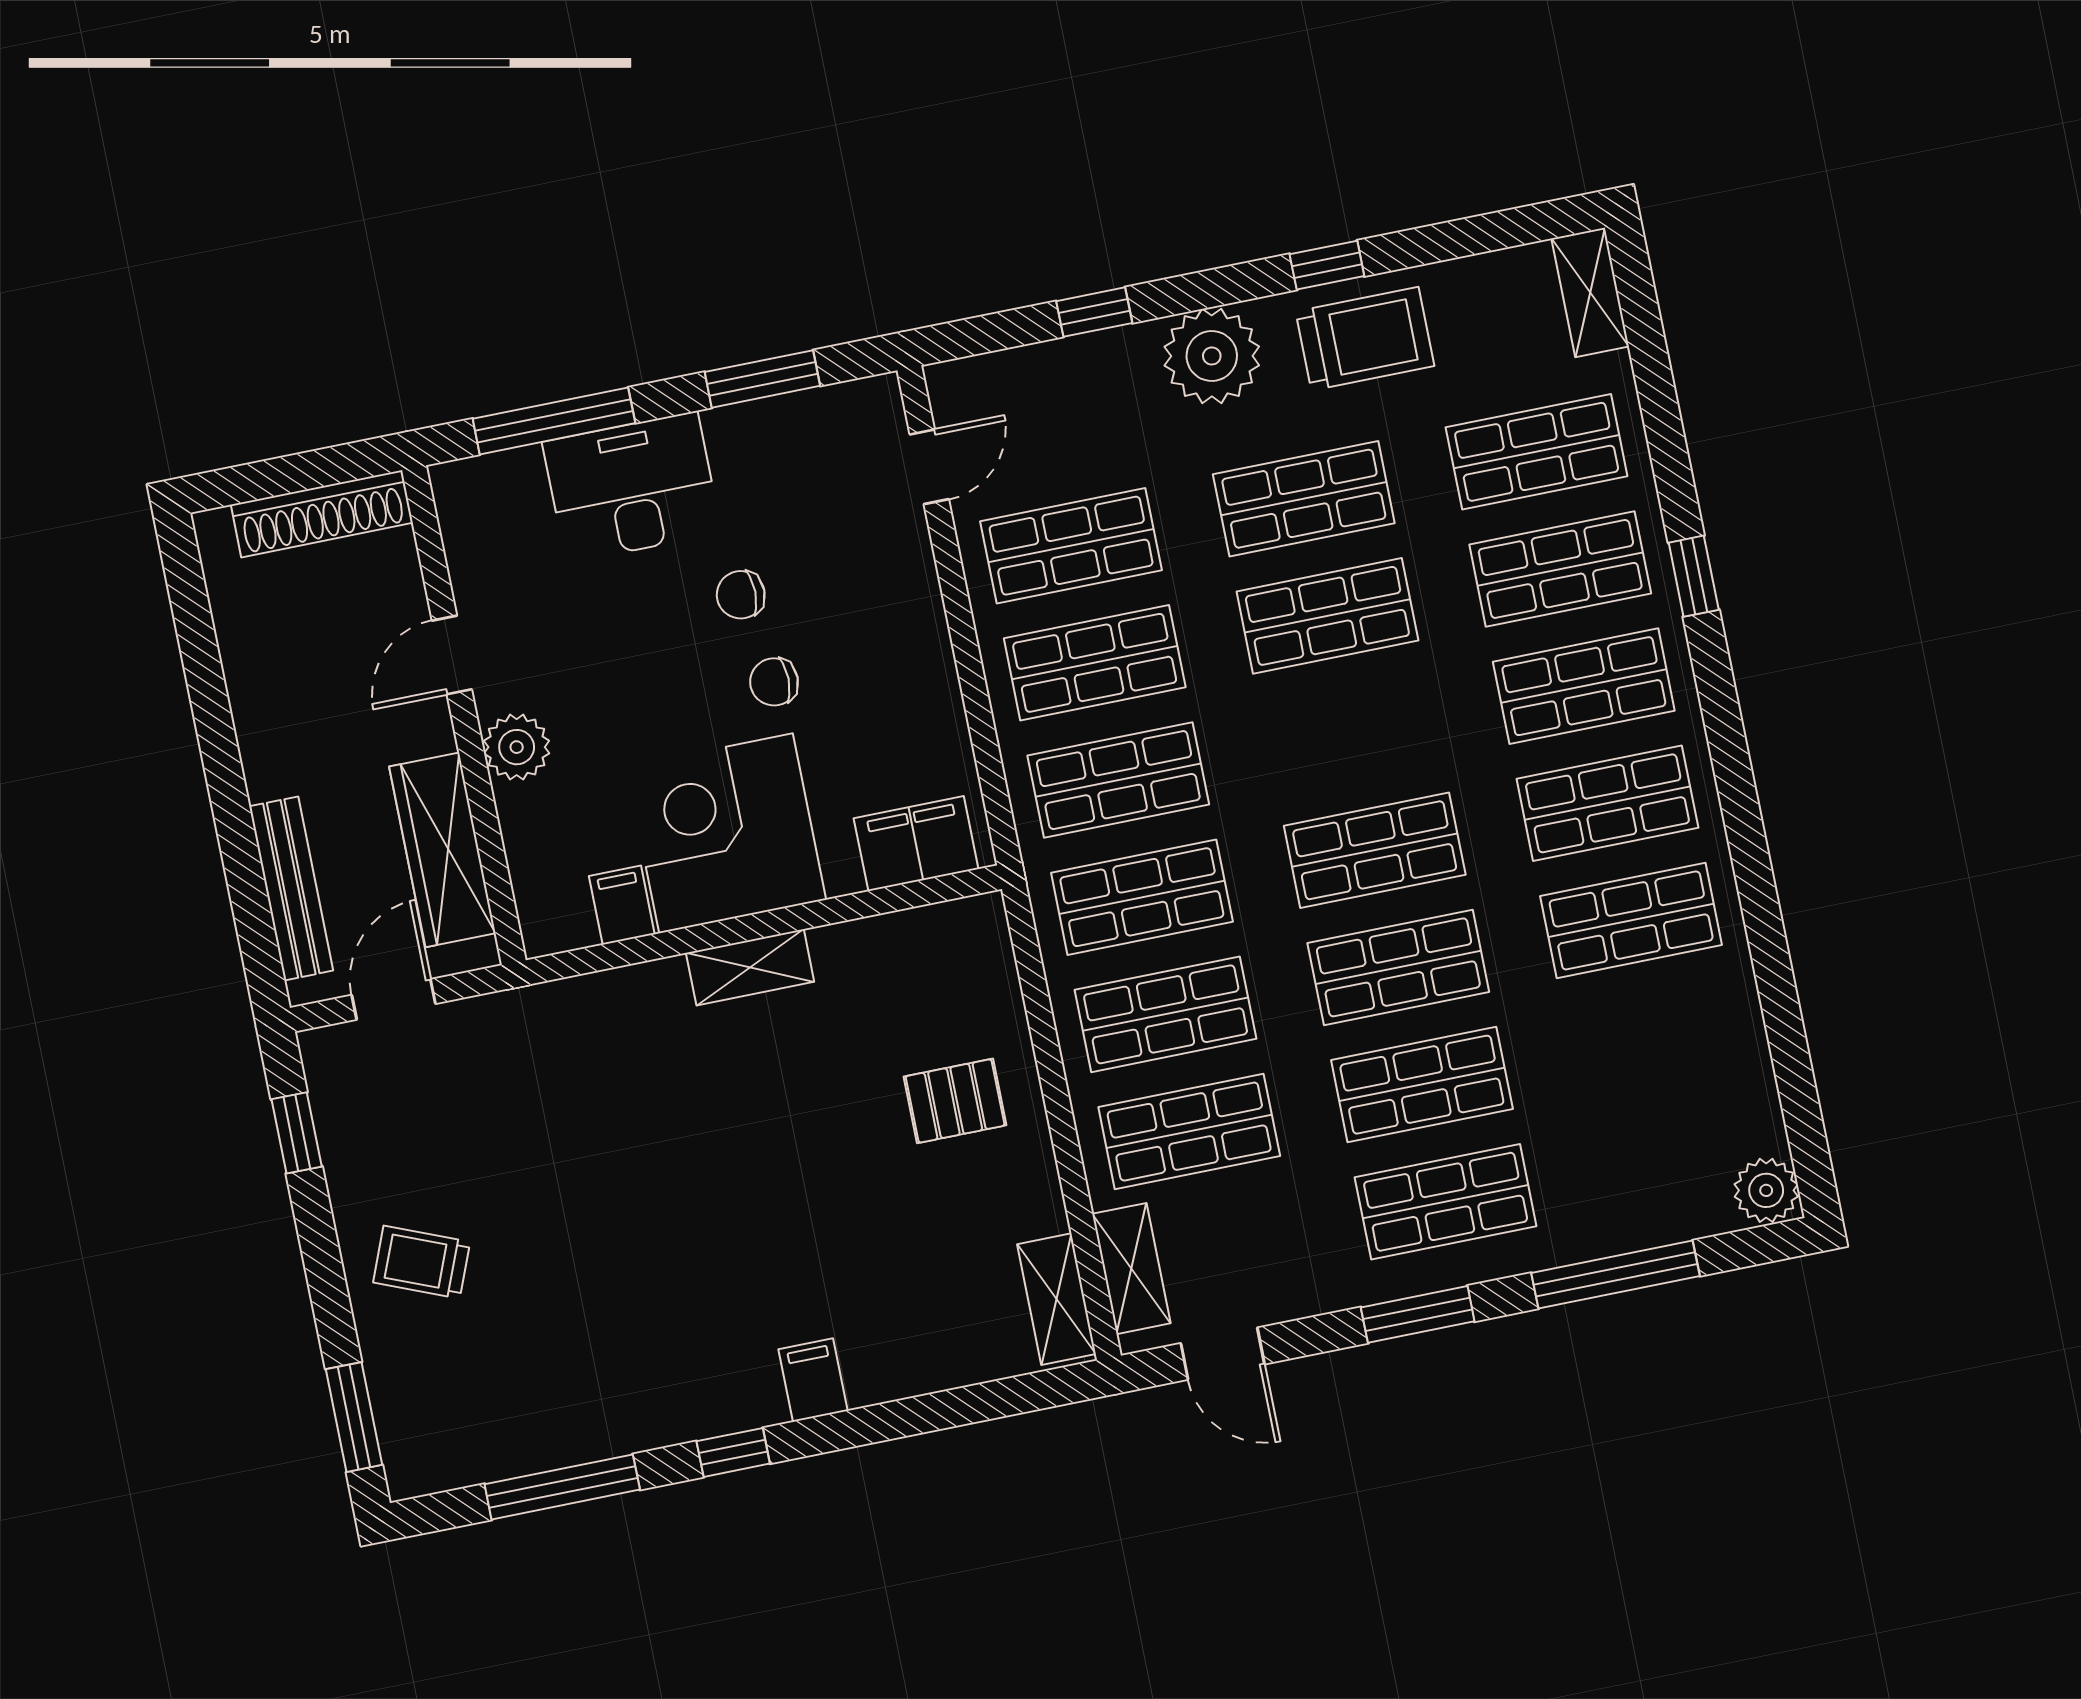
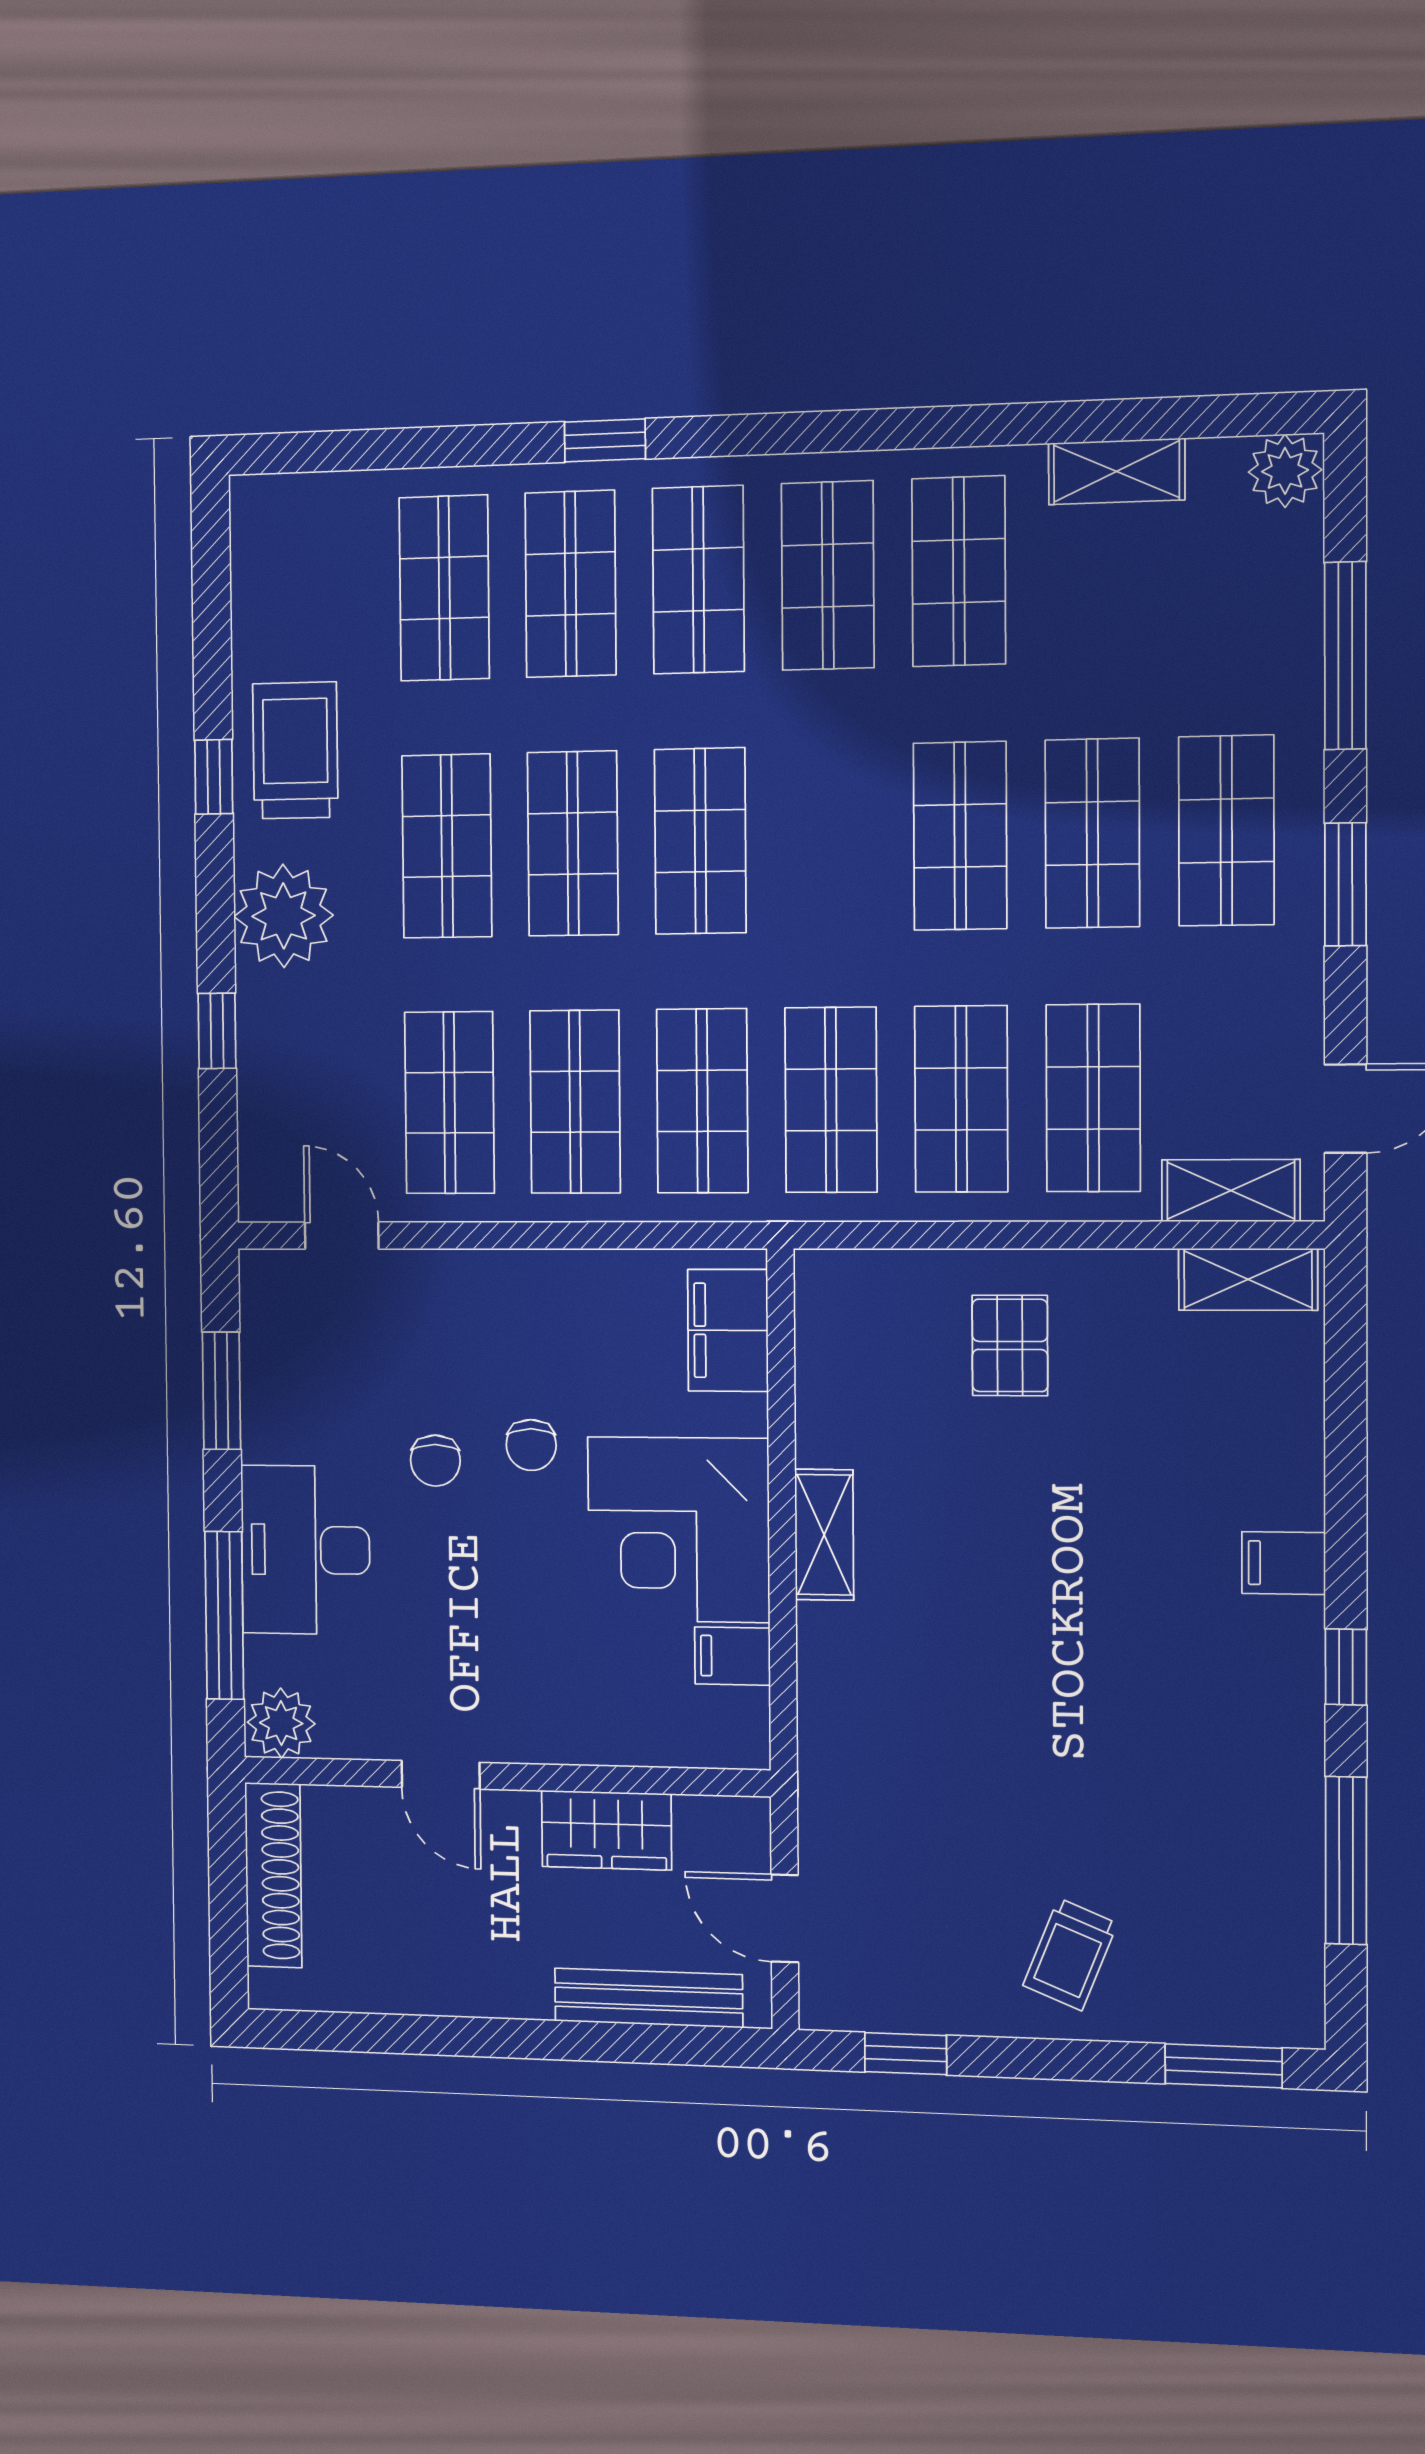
shelving: (1590, 292) -> (1117, 471), moved
plant: (517, 747) -> (281, 1723), moved
wardrobe: (442, 850) -> (606, 1830), width x0.67
shop shelf: (1375, 850) -> (700, 841), moved

